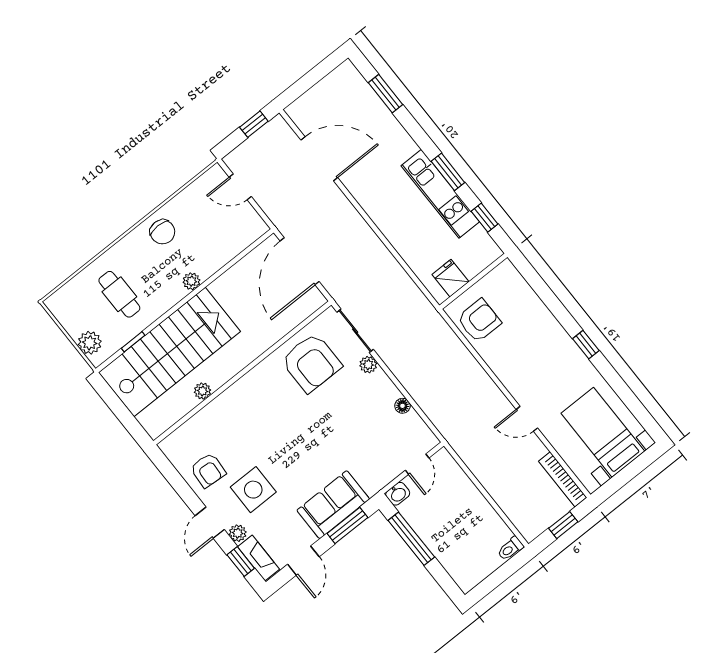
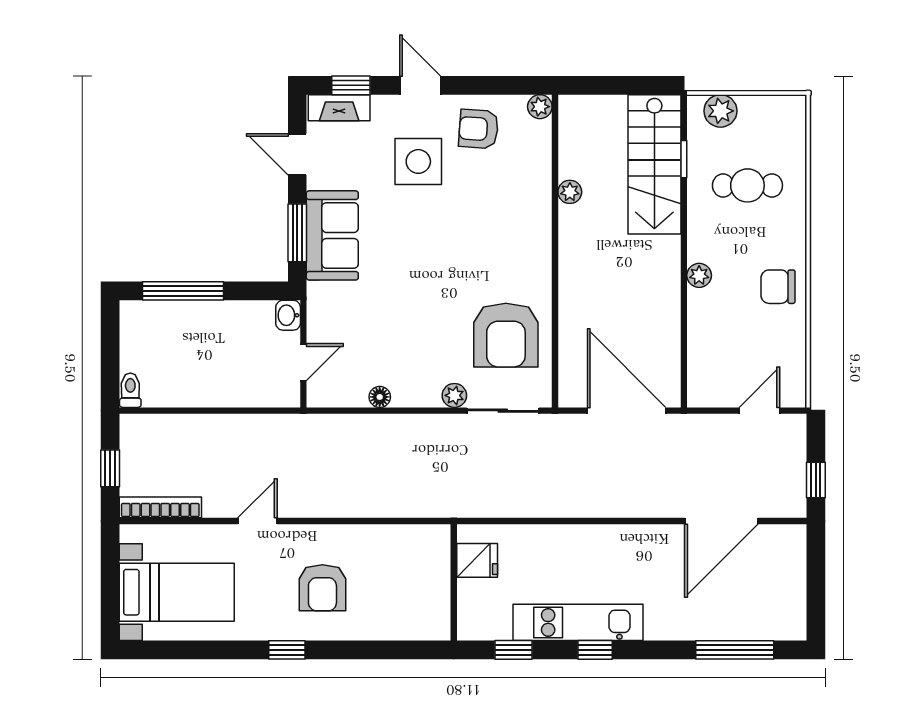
window: (385, 94) -> (735, 650), width x1.44
window: (448, 172) -> (595, 650), width x0.67
armchair: (479, 321) -> (322, 588), moved
stairs: (169, 352) -> (654, 164), width x0.73, depth x0.66
armchair: (311, 363) -> (506, 335), turned -90
door: (417, 464) -> (303, 362), swing flipped
plant: (238, 533) -> (540, 107), moved
window: (411, 539) -> (183, 291), moved

